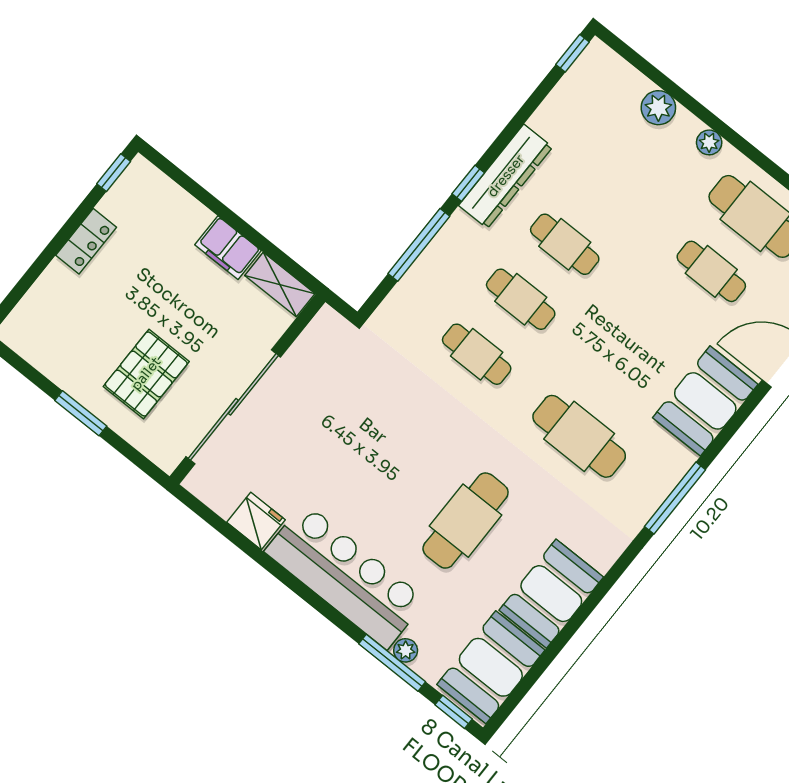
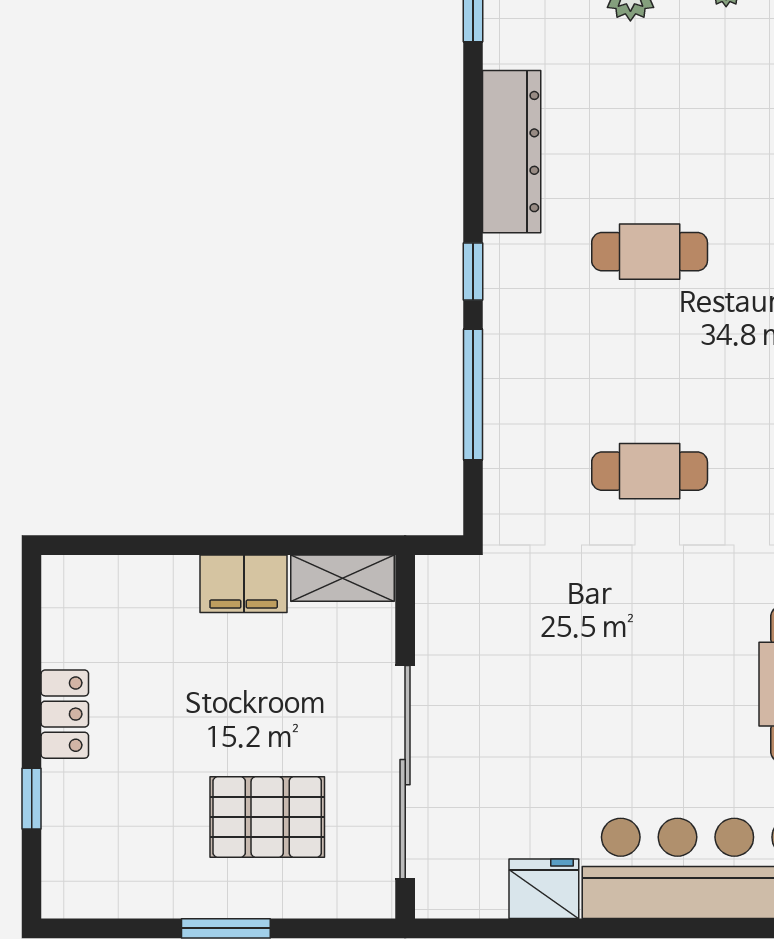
window: (114, 173) -> (32, 799), moved
dresser: (506, 176) -> (512, 152), moved
cafe table: (521, 299) -> (650, 361), removed
pallet: (146, 374) -> (267, 817), turned 90

